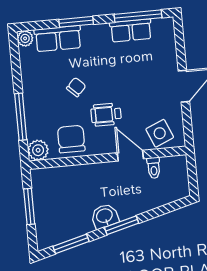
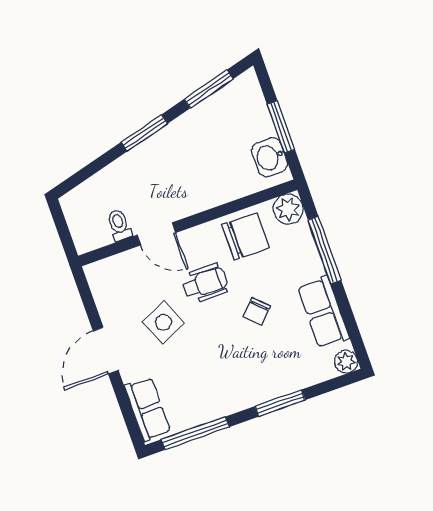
row of seats: (131, 30) -> (148, 409), moved, turned 90
row of seats: (58, 39) -> (323, 312), moved, turned -90
side table: (160, 133) -> (163, 322), moved
chair: (71, 139) -> (246, 236), turned -90
washbasin: (105, 216) -> (270, 157), moved, turned 105

